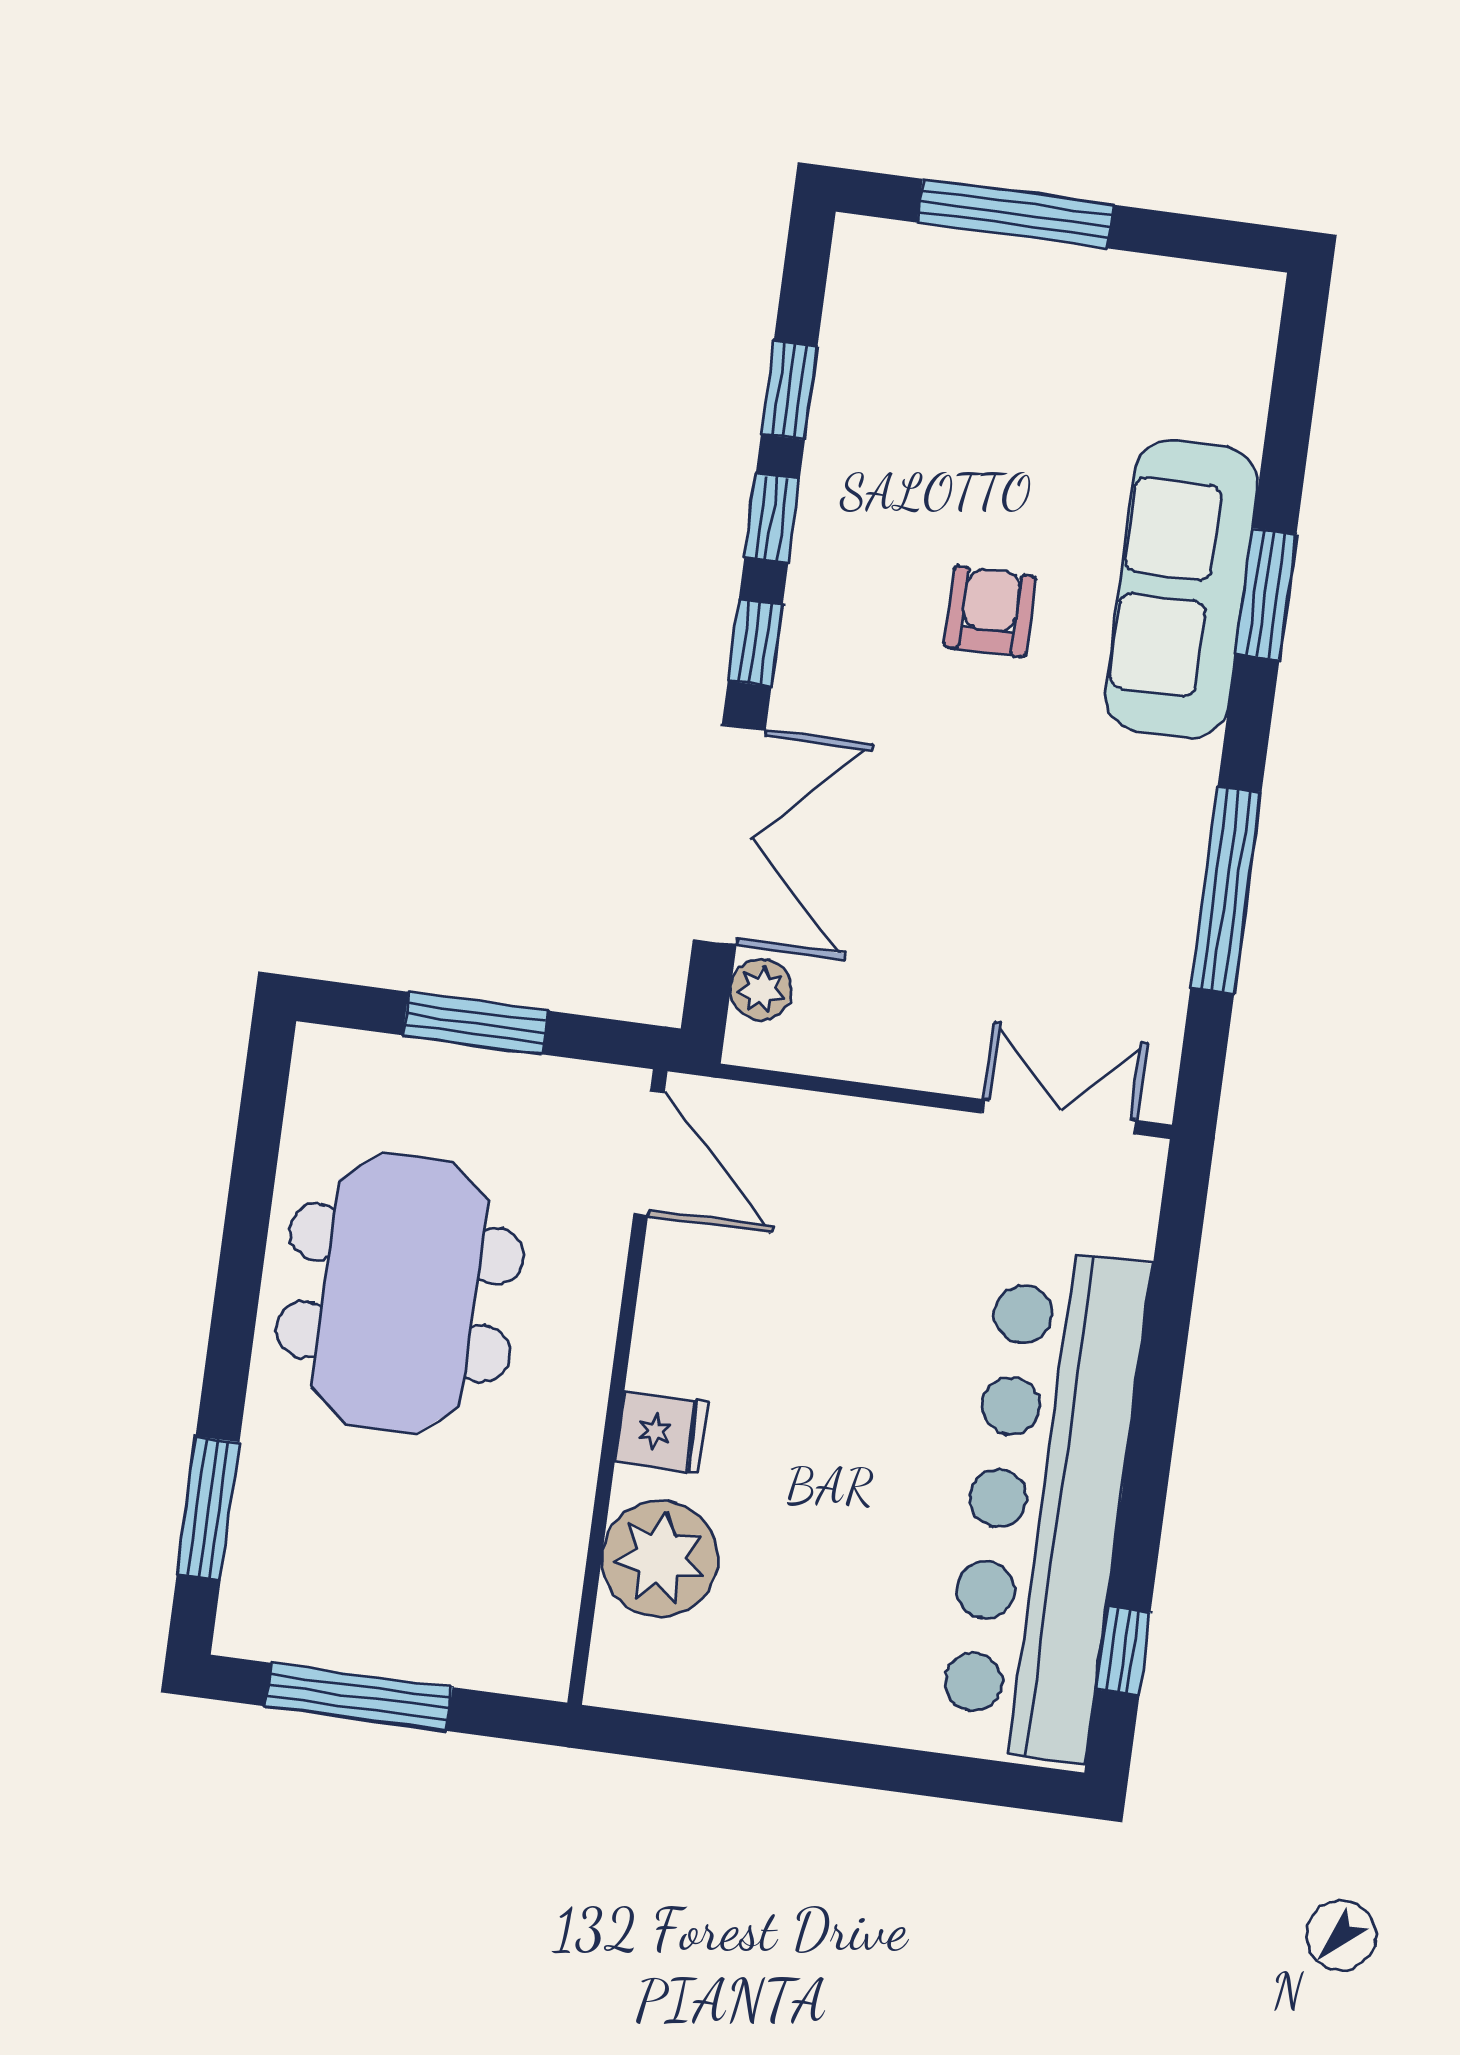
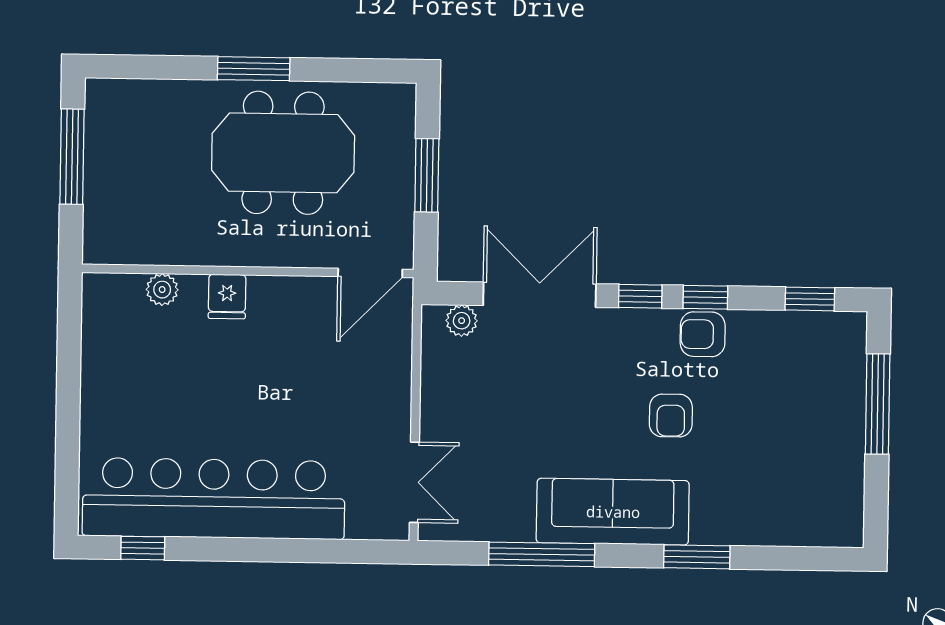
window: (789, 390) -> (810, 299), moved
armchair: (842, 532) -> (703, 334), added
sofa: (1182, 589) -> (613, 512), moved
armchair: (990, 612) -> (671, 416), turned 90
double door: (729, 835) -> (540, 295), swing flipped
window: (208, 1508) -> (254, 69), moved
plant: (660, 1559) -> (162, 290), width x0.53, depth x0.53

